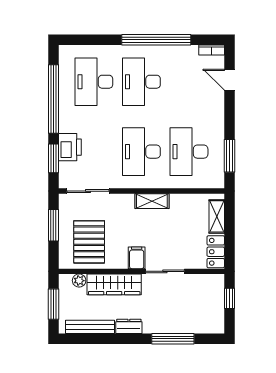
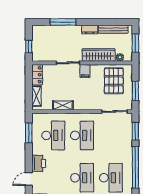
door: (229, 80) -> (29, 179), swing flipped
printer: (70, 147) -> (39, 163), moved, turned 180
shelving: (152, 201) -> (63, 105), moved

